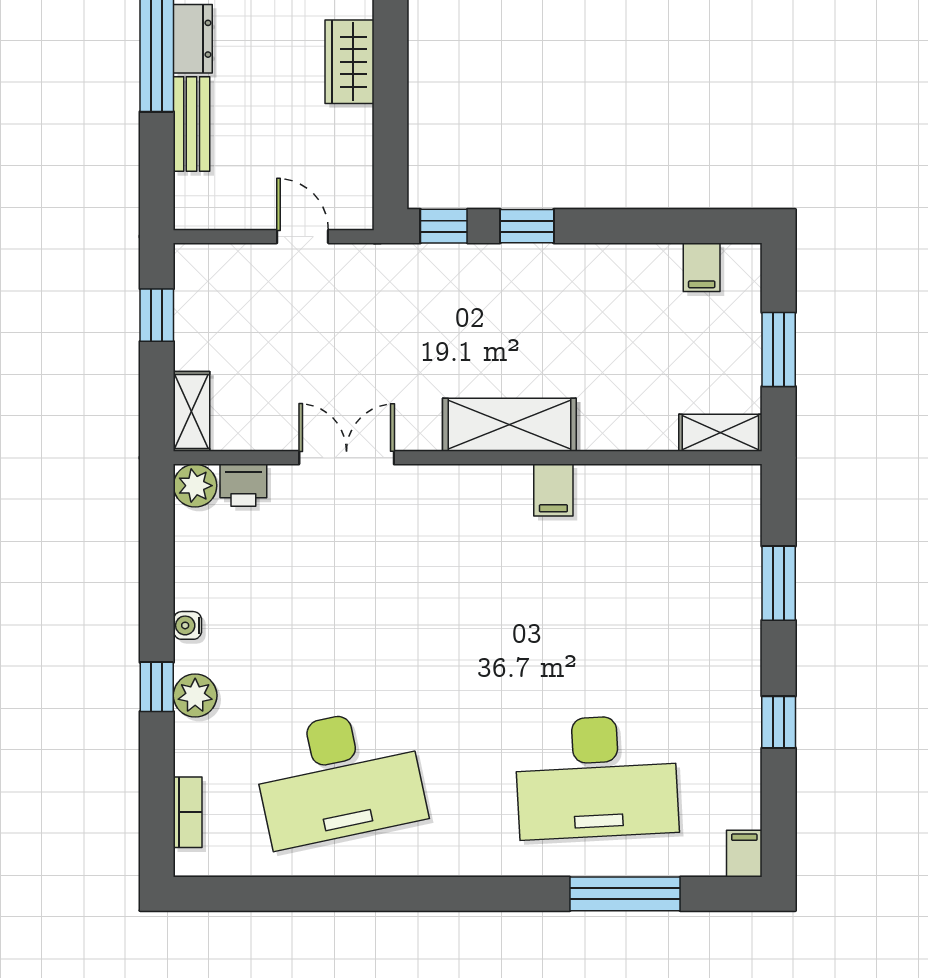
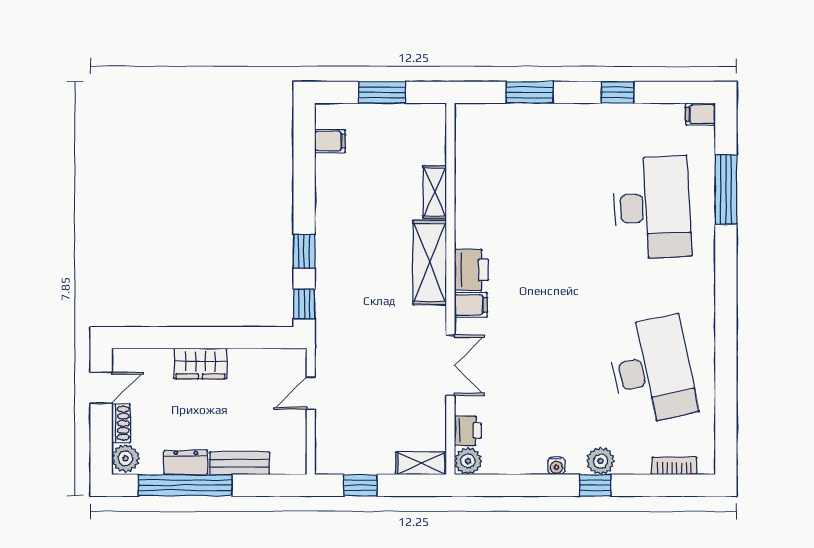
shelving: (720, 433) -> (435, 192), moved
double door: (347, 458) -> (450, 365), swing flipped
filing cabinet: (553, 490) -> (471, 305), moved
printer: (498, 491) -> (471, 270), added

